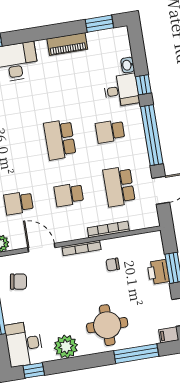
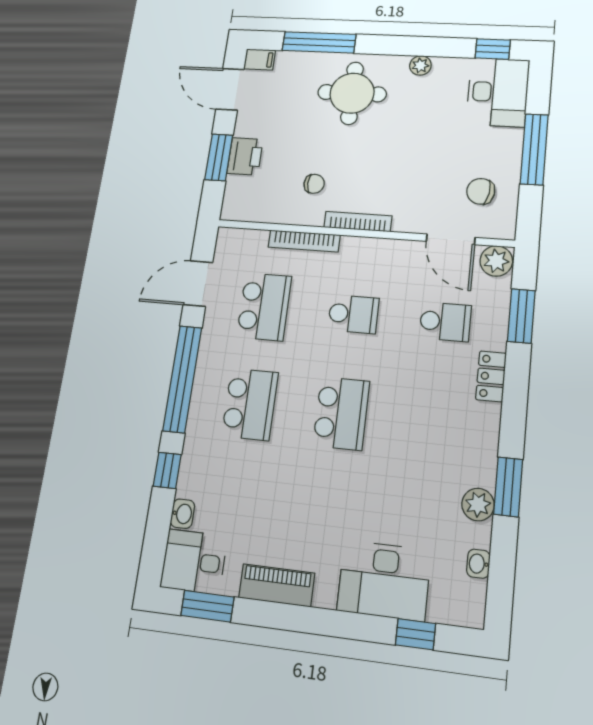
desk: (121, 90) -> (194, 562), moved
school desk: (110, 131) -> (250, 404), width x1.85
door: (41, 248) -> (451, 239), moved
plant: (66, 347) -> (420, 65), width x0.53, depth x0.53

